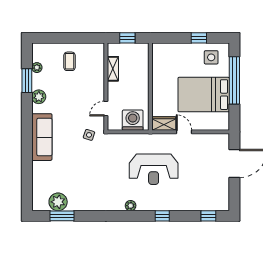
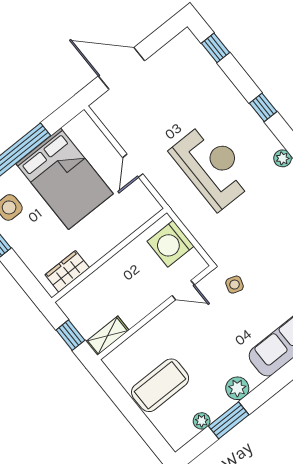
coffee table: (70, 61) -> (160, 385), width x1.86, depth x1.72
shelving: (113, 69) -> (108, 336), moved
wardrobe: (164, 123) -> (67, 271), moved, turned 90

